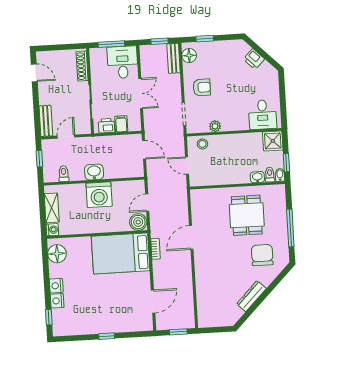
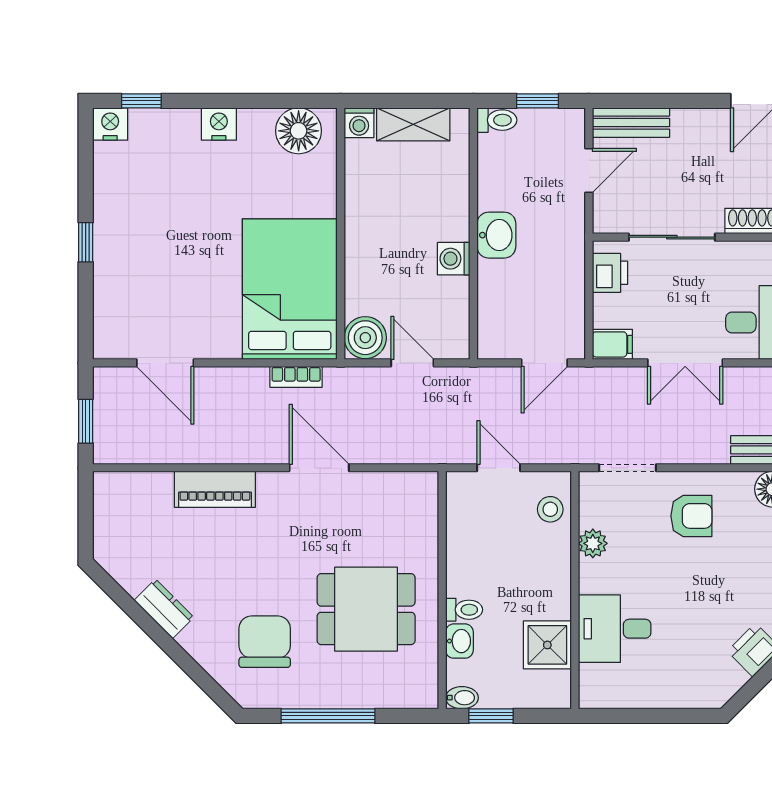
armchair: (202, 87) -> (691, 516), turned -90
desk: (263, 115) -> (615, 629), moved
filing cabinet: (121, 124) -> (612, 344), moved
door: (66, 137) -> (589, 170), hinge flipped
shower: (273, 141) -> (547, 645), moved
door: (187, 166) -> (499, 468), hinge flipped
toilet: (64, 174) -> (497, 120), moved
toilet: (270, 175) -> (464, 610), moved
washing machine: (99, 195) -> (454, 259), width x0.53, depth x0.53
chair: (262, 255) -> (265, 642), turned -90
piano: (202, 279) -> (215, 489), added
dresser: (251, 296) -> (164, 609), width x0.70
nightstand: (57, 301) -> (110, 124), moved

